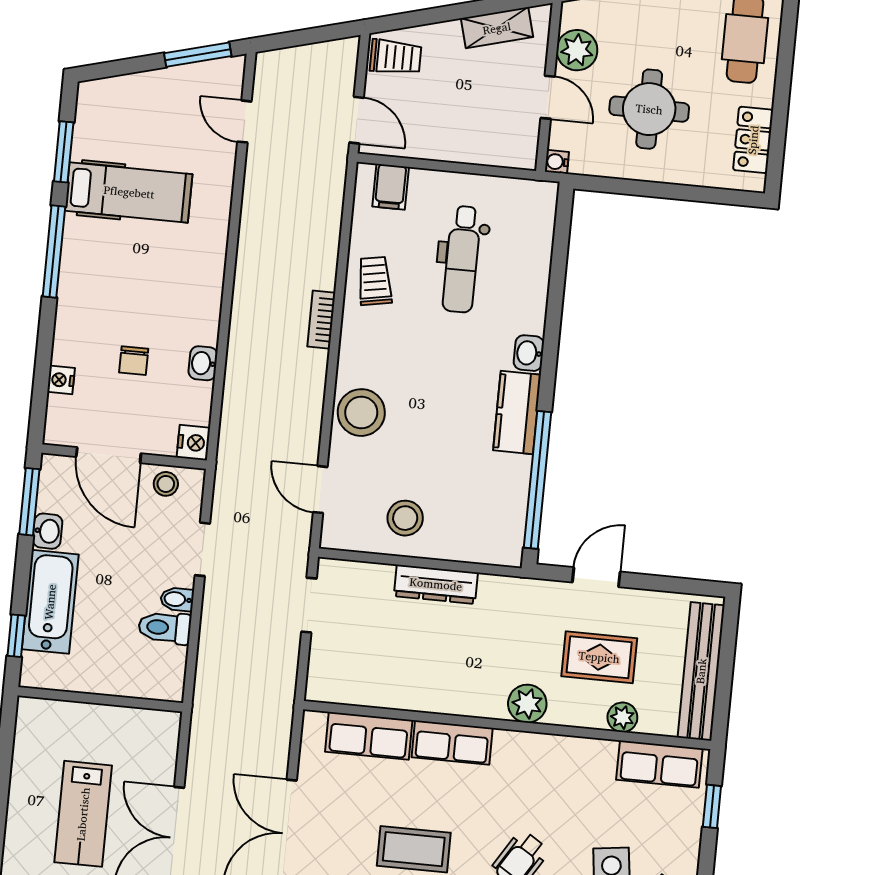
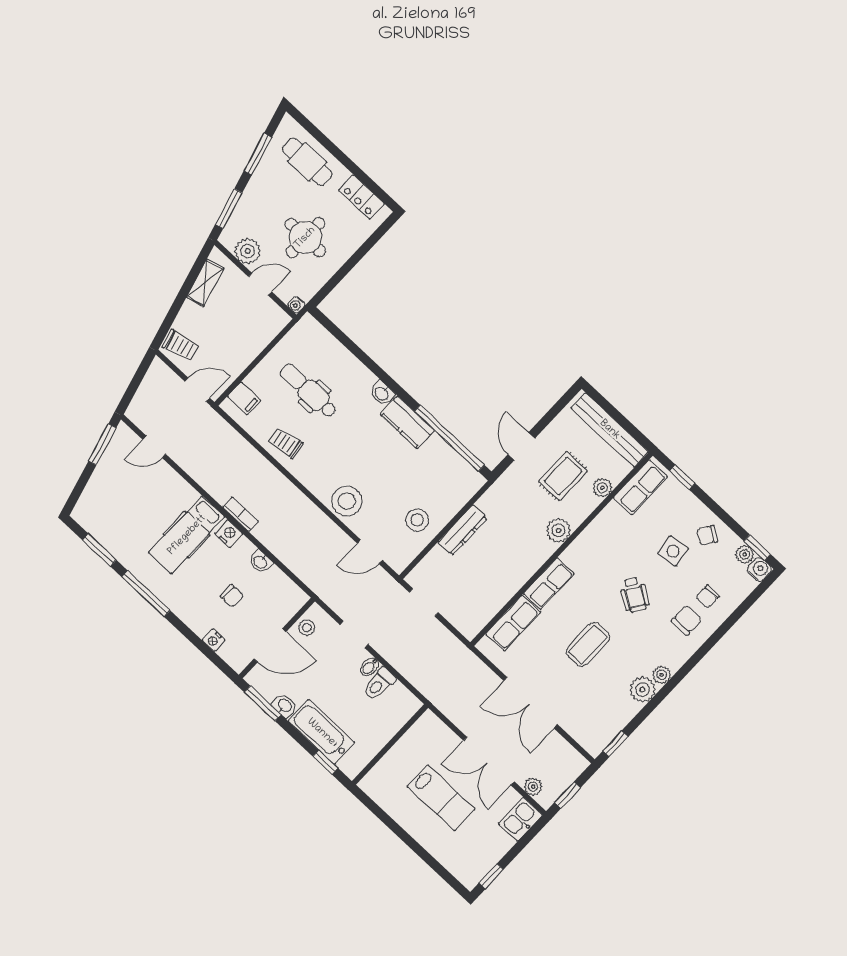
trolley: (396, 57) -> (181, 345), turned 75
hospital bed: (129, 192) -> (187, 535), moved, turned 180
dental chair: (462, 259) -> (308, 391), turned 180
bookcase: (321, 320) -> (241, 514), moved, turned 180
nightstand: (193, 443) -> (229, 534), moved

